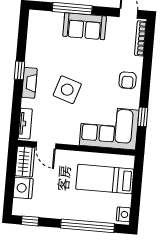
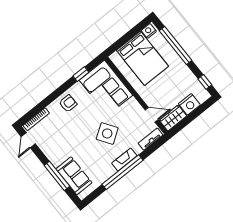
sofa: (85, 26) -> (74, 176), moved
window: (20, 70) -> (122, 172), width x3.17
side table: (67, 90) -> (107, 133), turned 38
door: (46, 145) -> (152, 115), hinge flipped
bed: (105, 179) -> (142, 58), width x1.50

